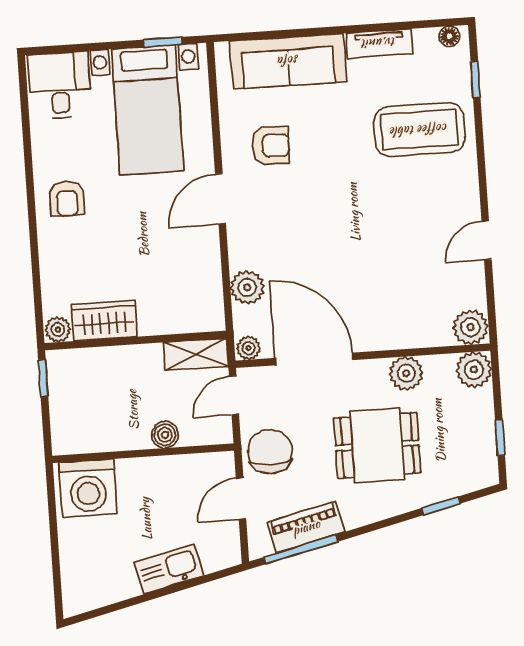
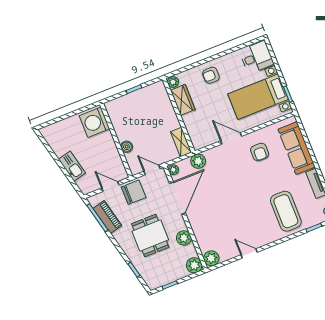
wardrobe: (104, 321) -> (183, 100), moved
plant: (58, 330) -> (173, 82), moved
wall: (135, 341) -> (179, 115), moved
shelving: (196, 354) -> (181, 142), moved

